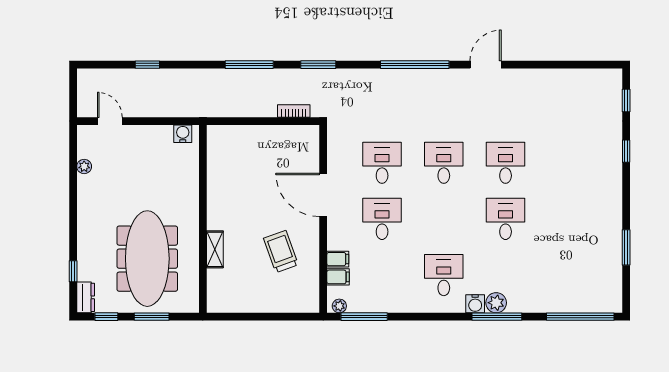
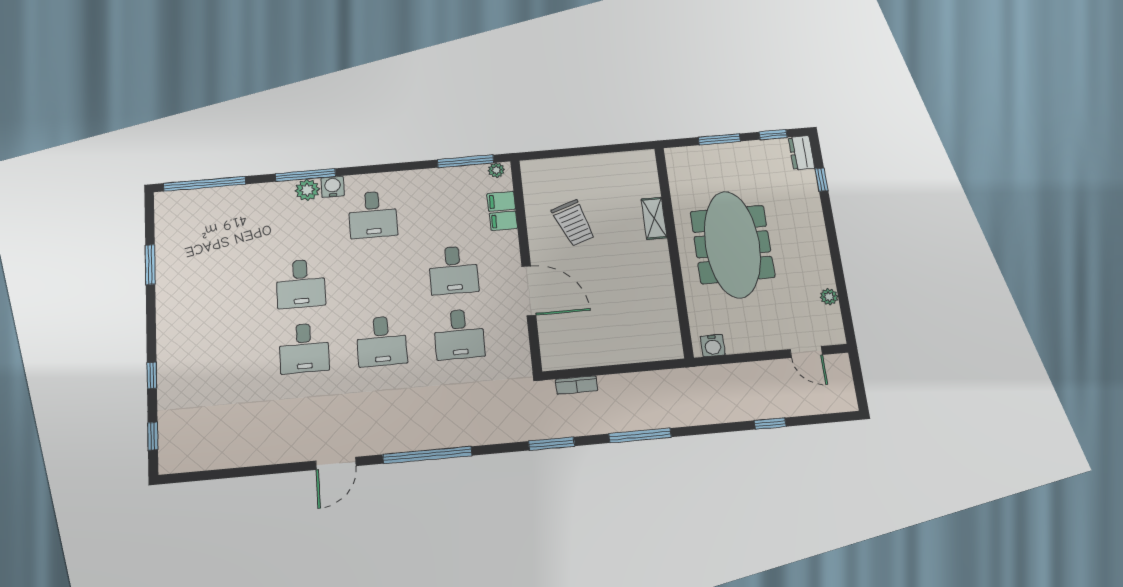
meeting table: (147, 259) -> (732, 244), moved

